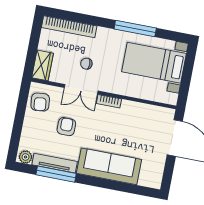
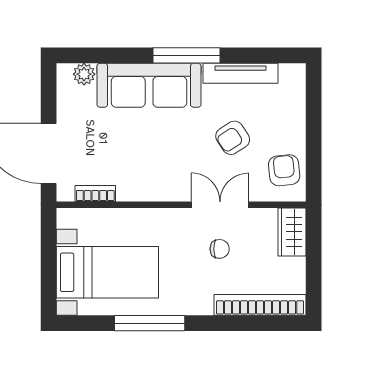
bookcase: (109, 101) -> (95, 194), moved
armchair: (66, 127) -> (233, 138), turned 57
plant: (26, 157) -> (84, 74), moved
window: (56, 174) -> (187, 55), moved

